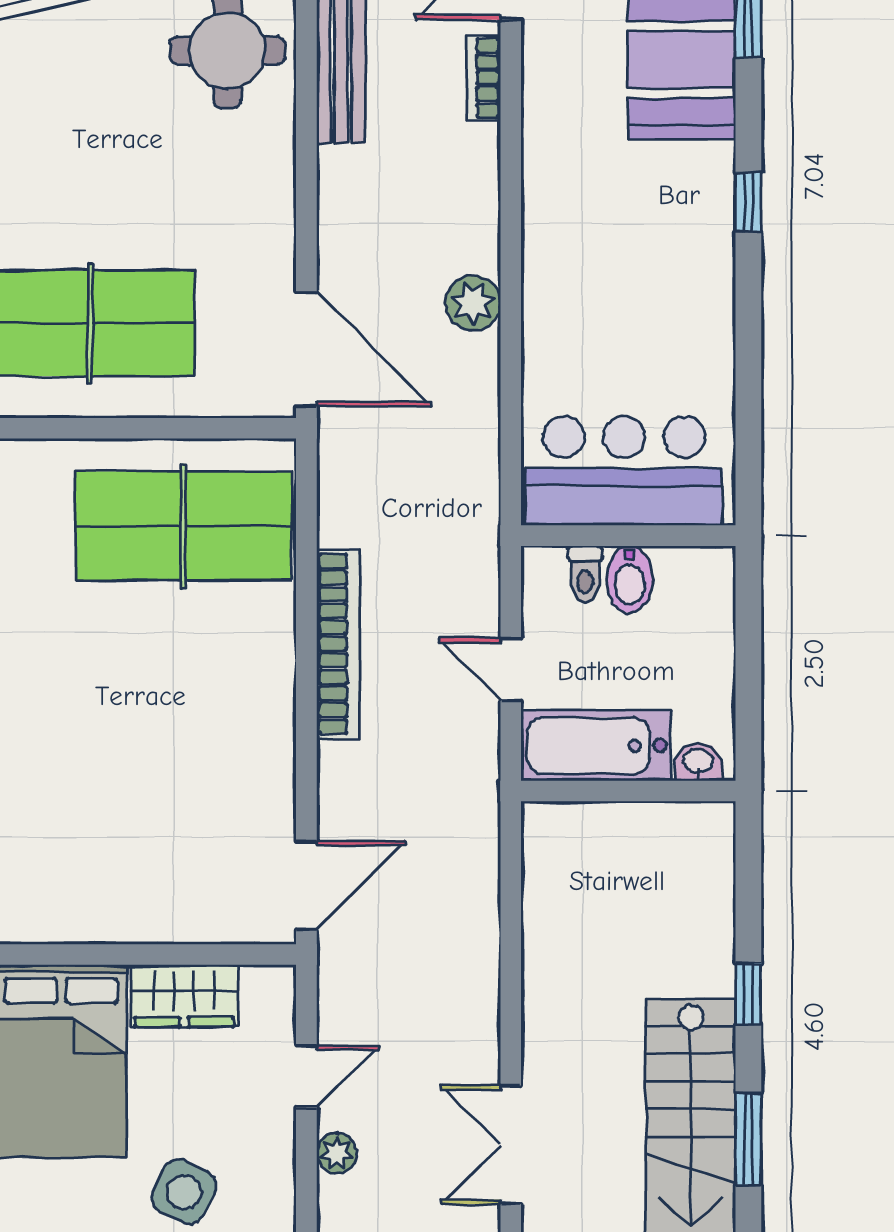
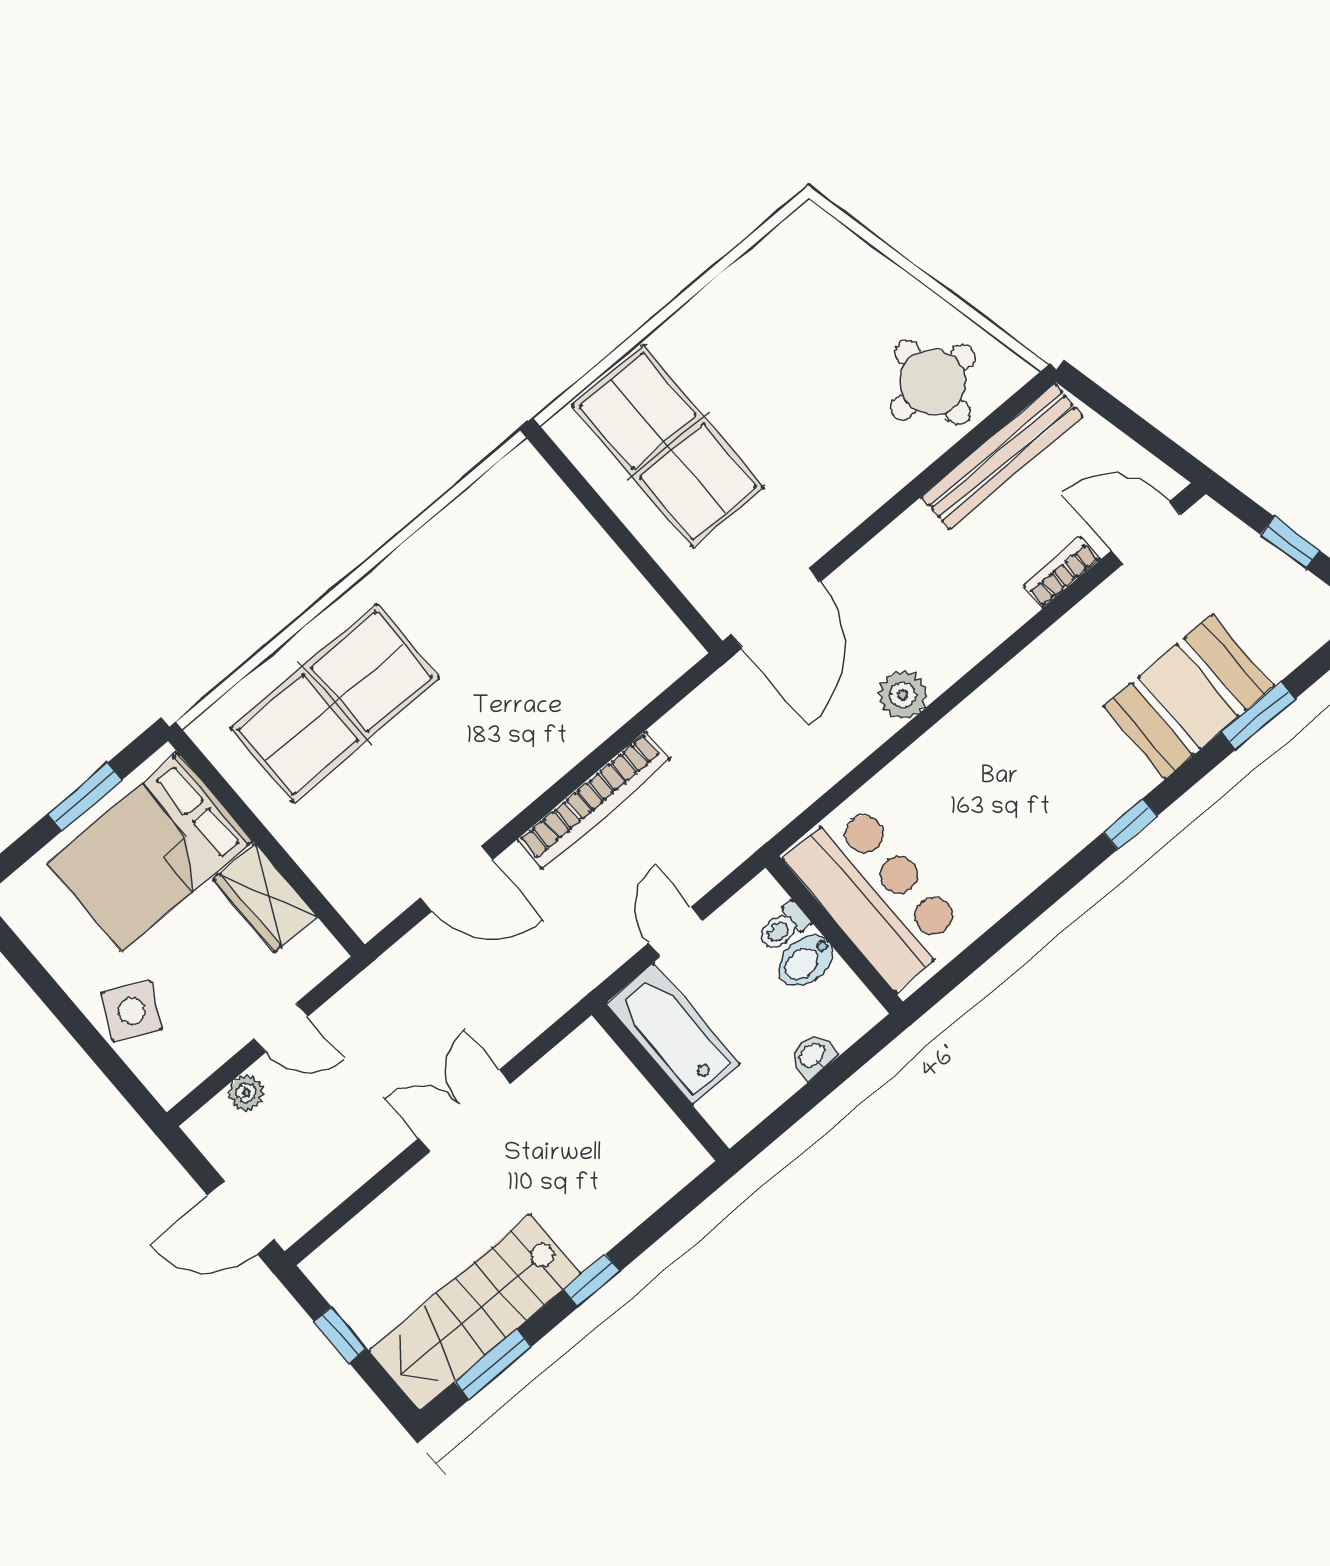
table tennis table: (183, 526) -> (335, 703), moved, turned 90
washbasin: (698, 762) -> (813, 1056), moved, turned -90
door: (306, 885) -> (457, 879), moved
double door: (511, 1145) -> (465, 1111), moved

